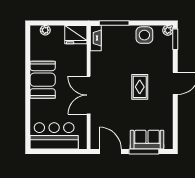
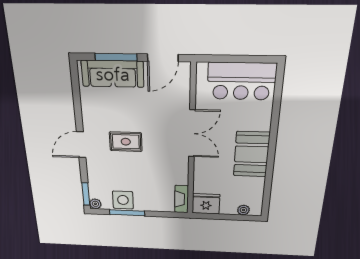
window: (114, 23) -> (127, 213), moved
rug: (140, 87) -> (126, 142), turned 90
sofa: (147, 140) -> (113, 74), width x1.36
door: (110, 152) -> (163, 58), hinge flipped

